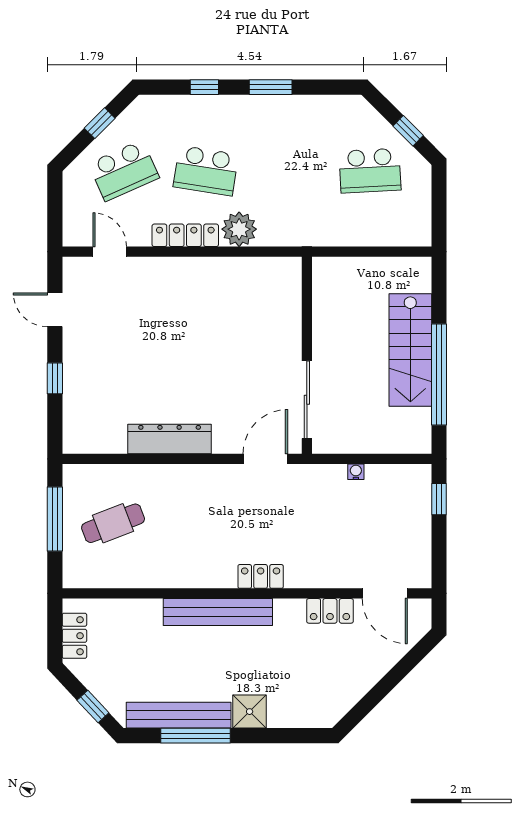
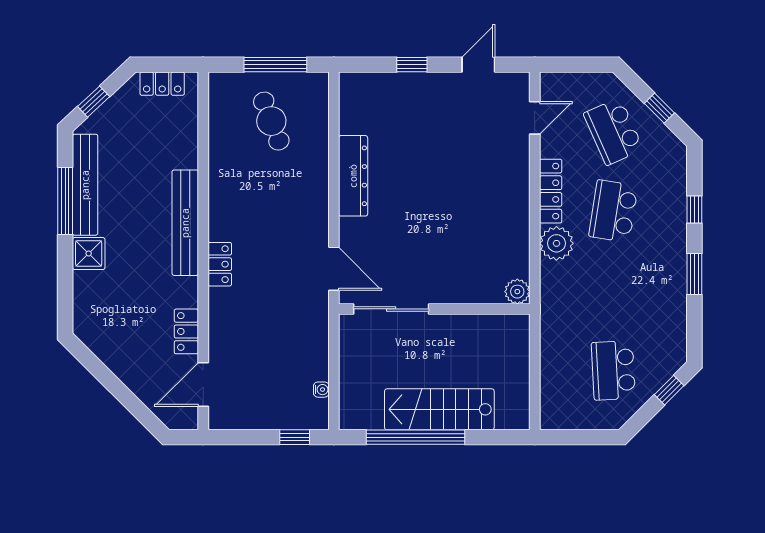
window: (408, 131) -> (669, 390), moved
plant: (289, 270) -> (517, 292), added
water cooler: (356, 472) -> (321, 390), moved

